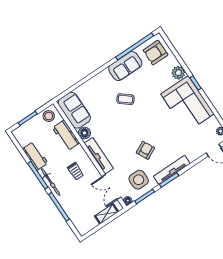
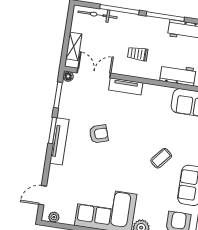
floor lamp: (84, 133) -> (165, 93), removed
armchair: (145, 150) -> (99, 134), turned -81
tv unit: (99, 156) -> (126, 86), width x0.71
side table: (139, 180) -> (78, 103), removed
bicycle: (51, 182) -> (98, 15), moved

